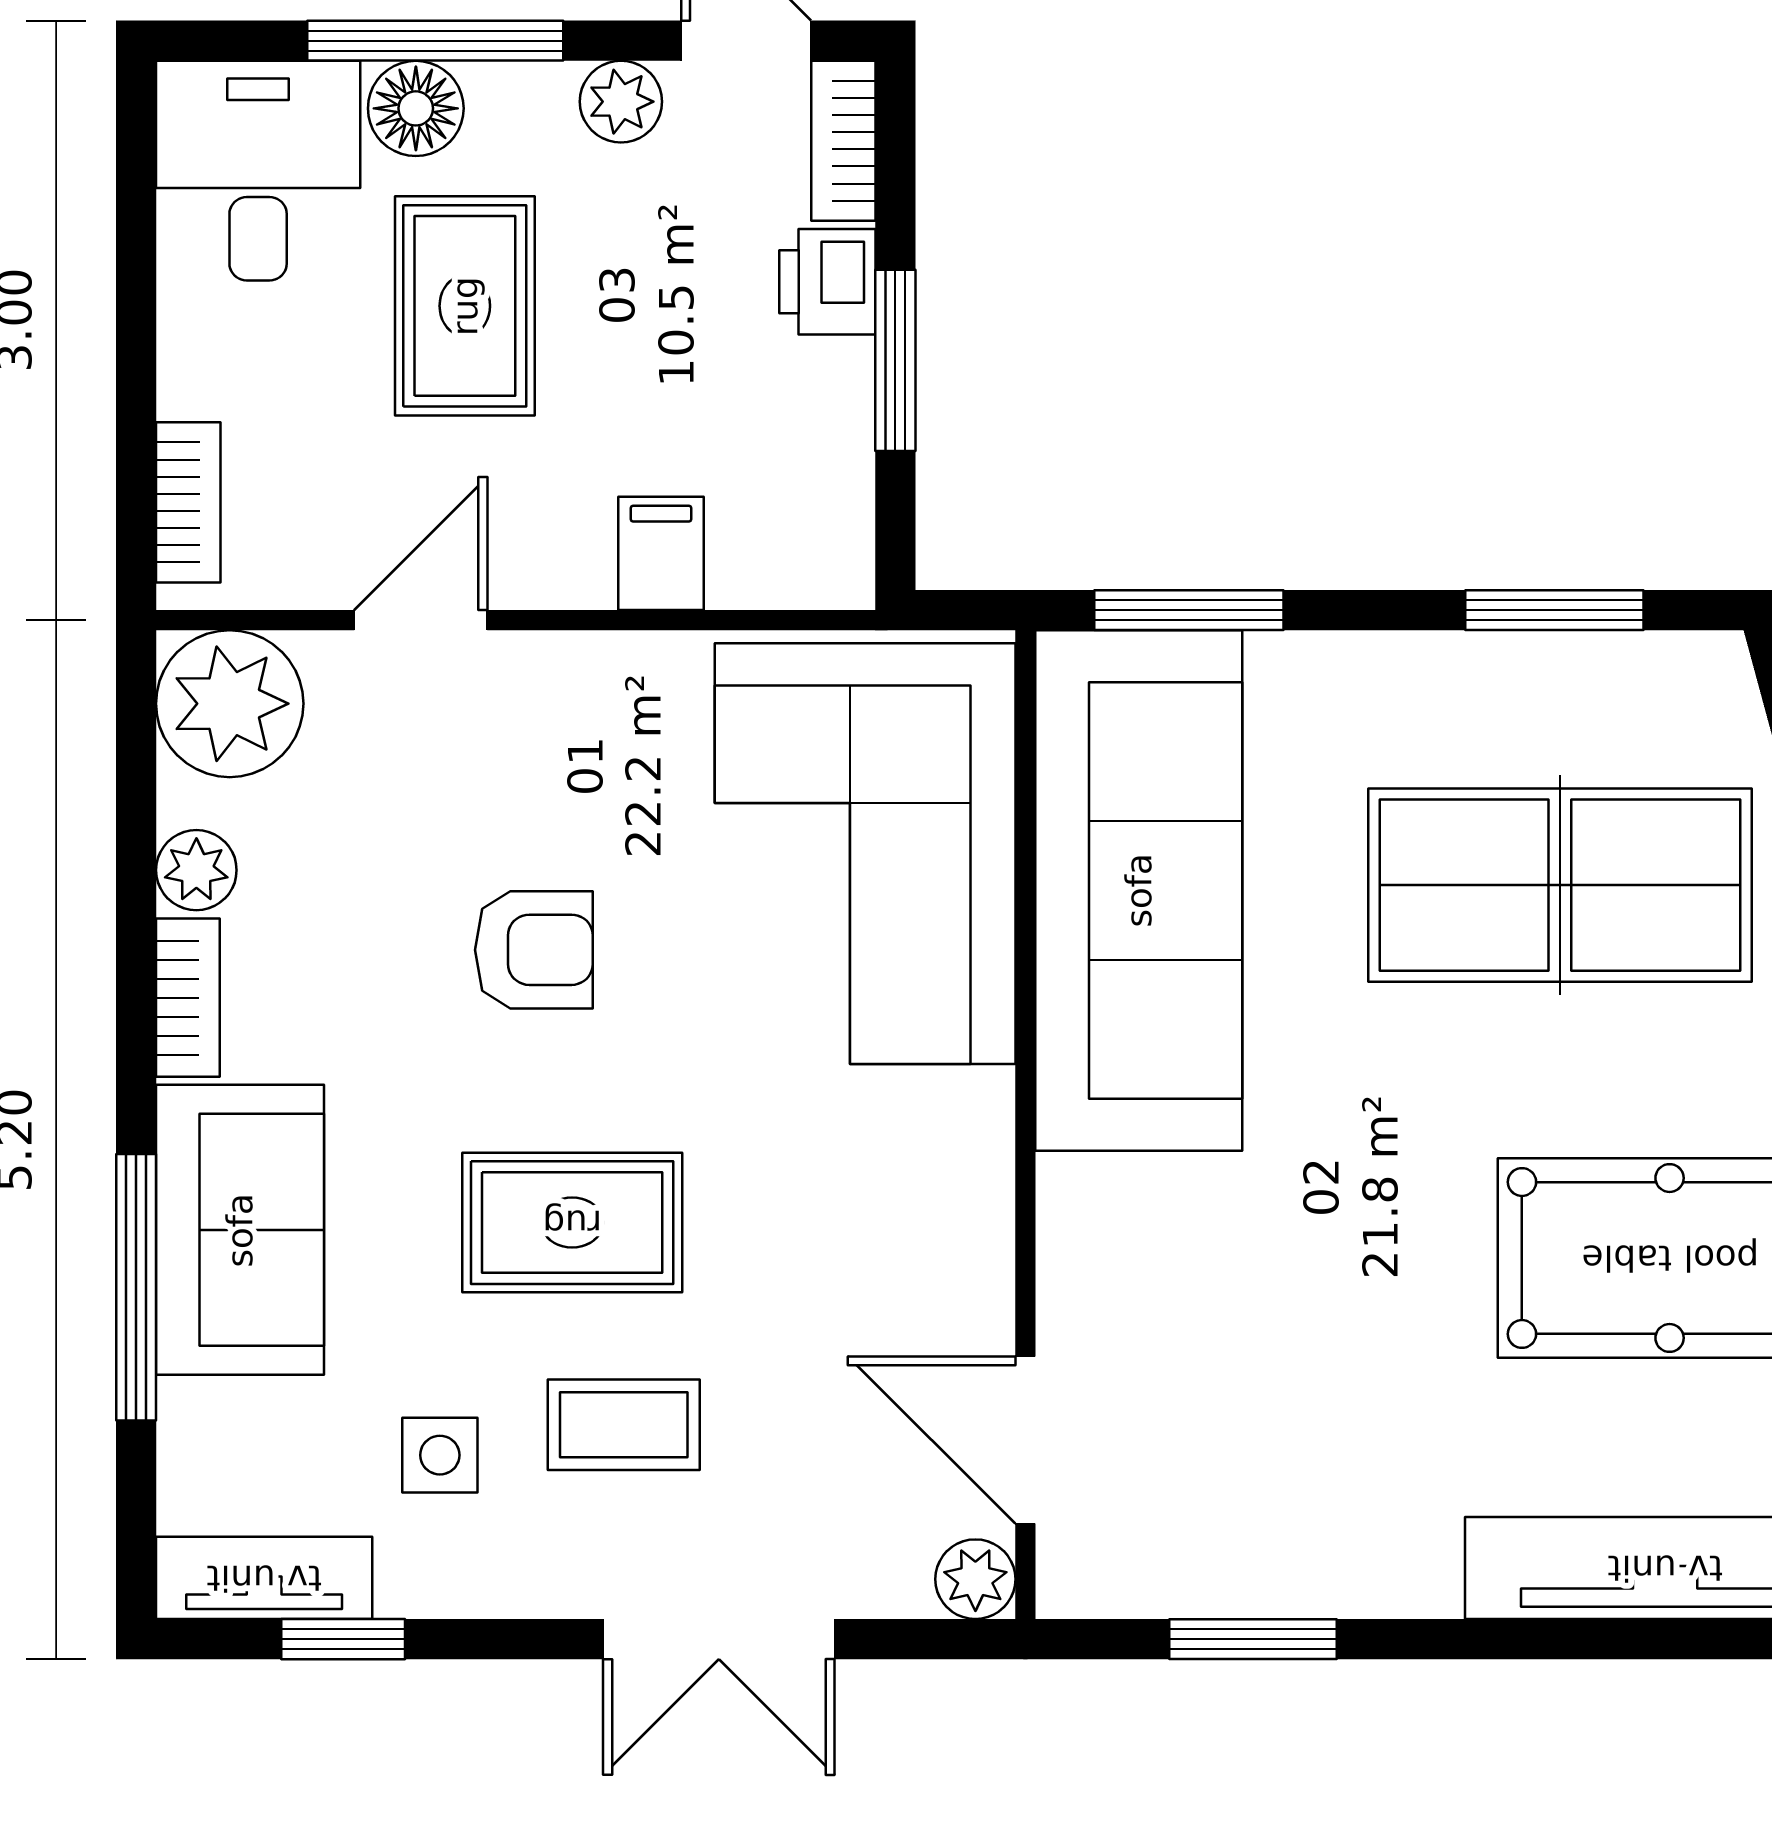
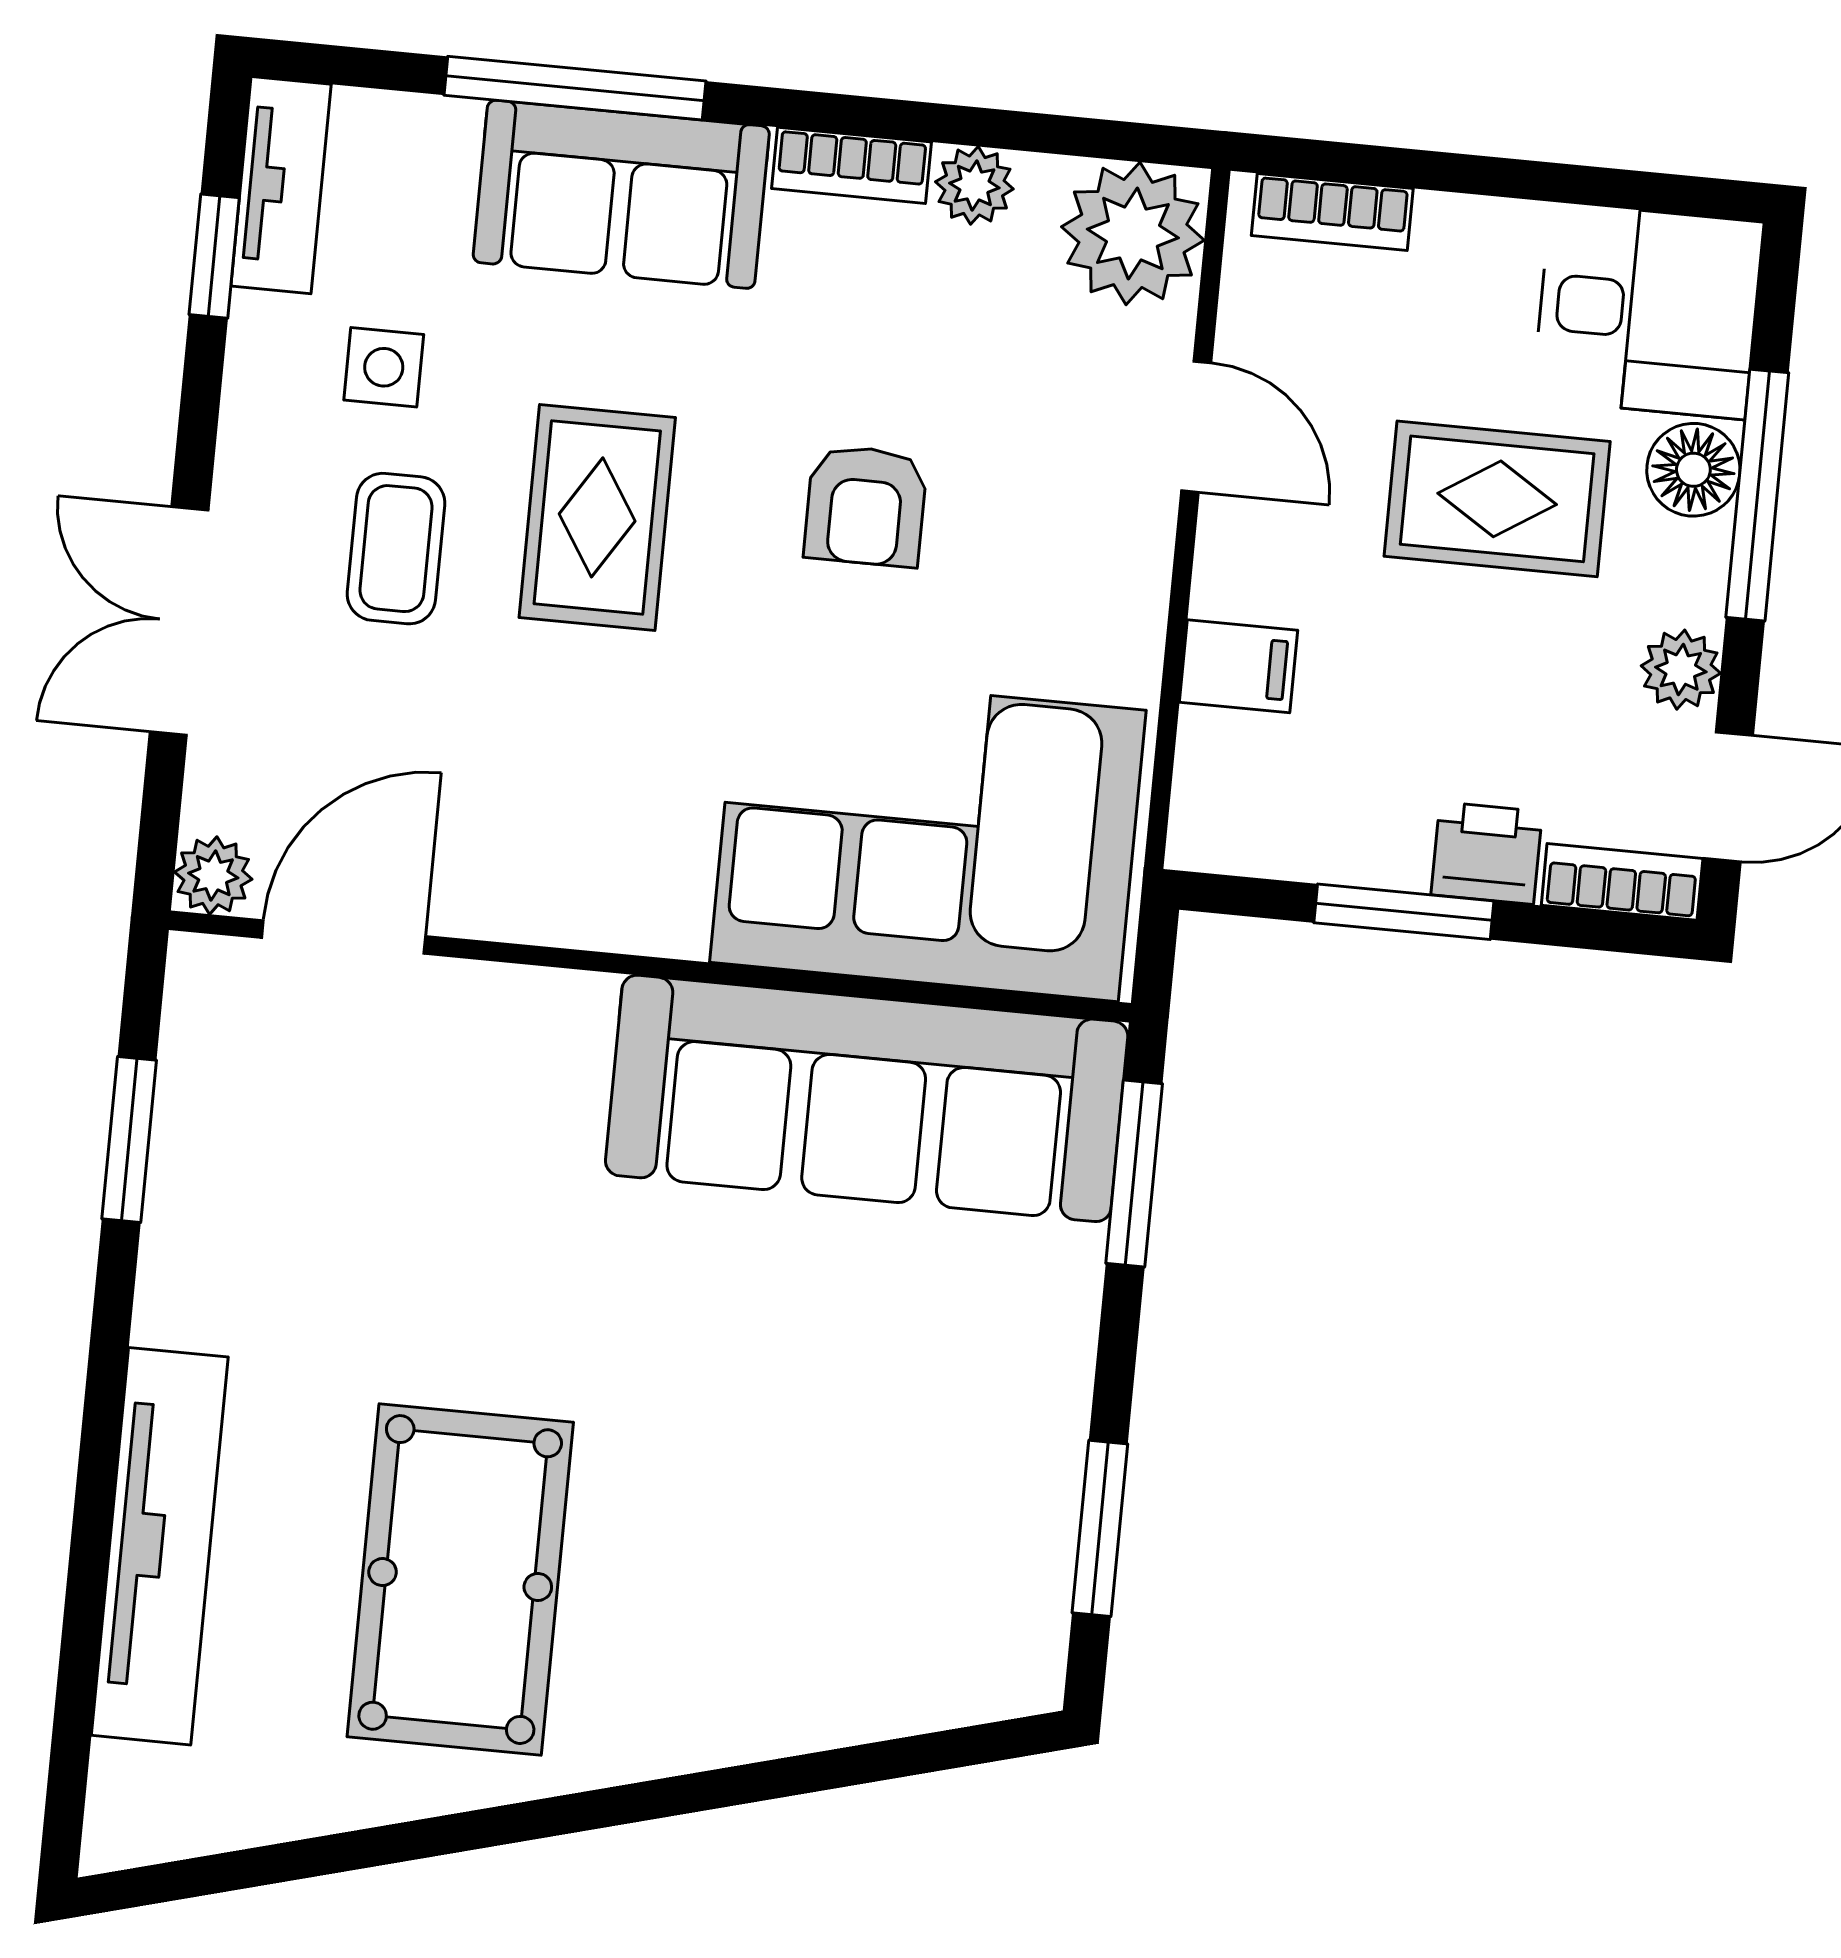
table tennis table: (1560, 885) -> (832, 1508), removed

